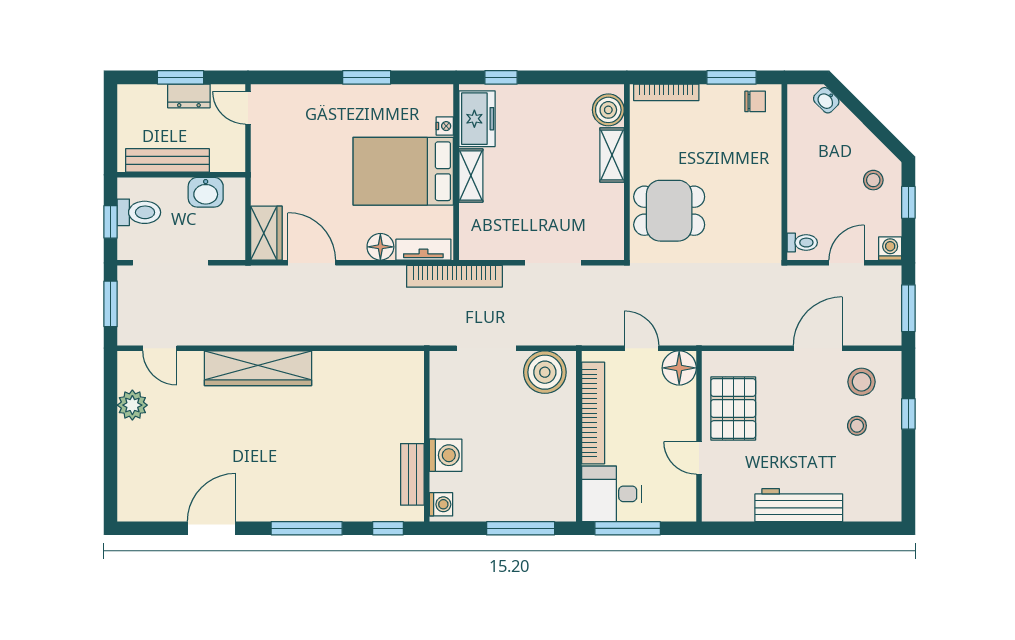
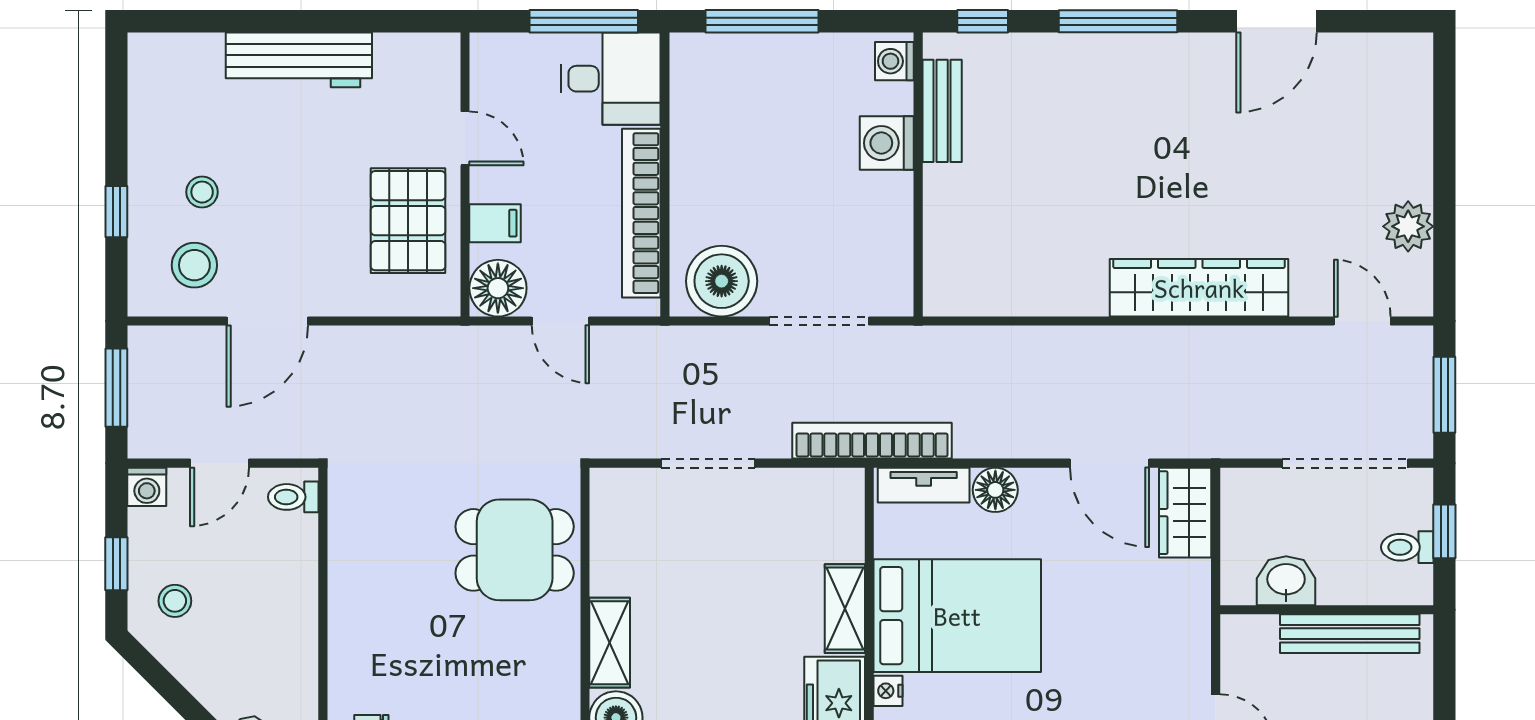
toilet: (139, 212) -> (1407, 547), width x0.73, depth x0.72
filing cabinet: (681, 407) -> (495, 223), added

